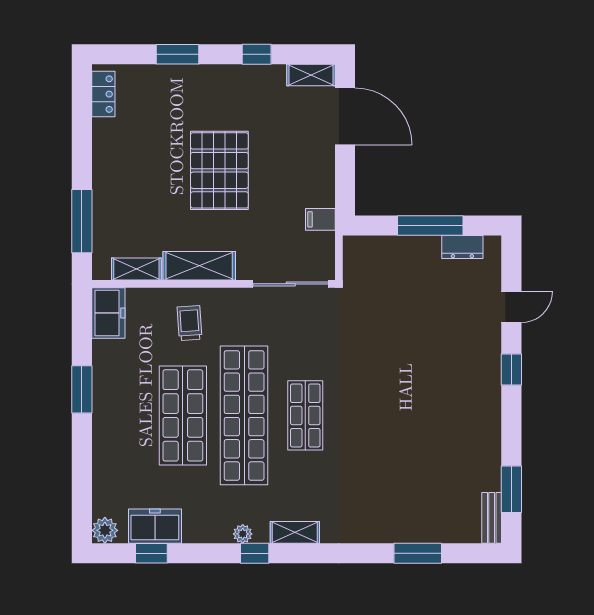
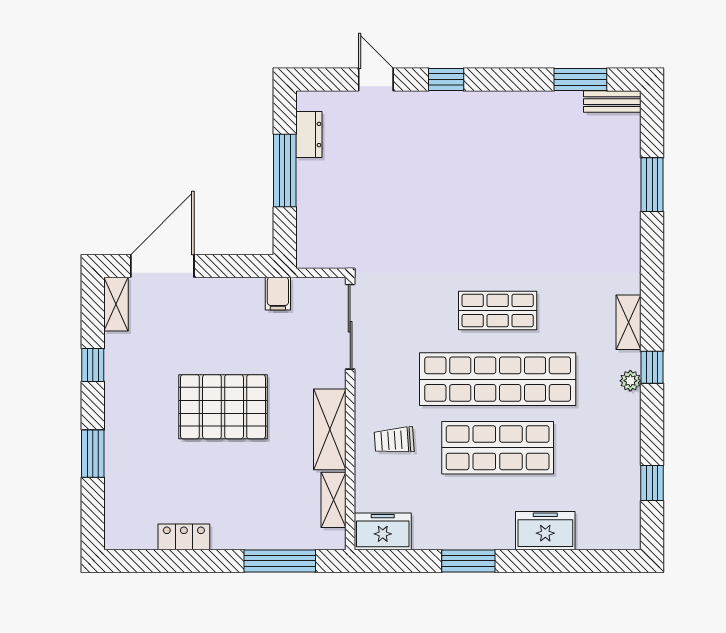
locker: (103, 94) -> (184, 537), moved
freezer: (155, 526) -> (545, 531), moved, turned 90
plant: (105, 530) -> (626, 535), removed

